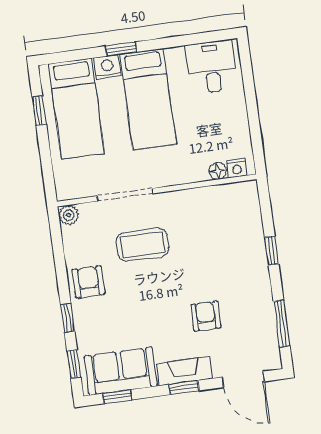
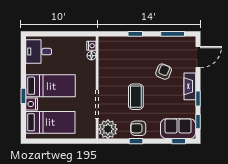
window: (39, 110) -> (49, 141), removed
plant: (69, 215) -> (108, 129), width x1.87, depth x1.87
coffee table: (143, 245) -> (136, 97), moved
armchair: (206, 316) -> (164, 72), turned 112
window: (68, 318) -> (136, 141), moved
sofa: (121, 371) -> (178, 129), moved, turned 90
window: (184, 388) -> (198, 99), moved

